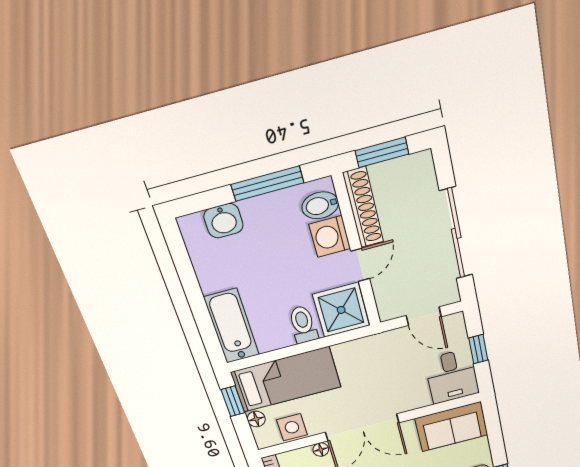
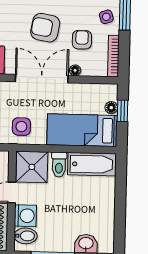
bathtub: (232, 326) -> (92, 164), moved, turned -90
window: (233, 401) -> (122, 111), moved
side table: (292, 427) -> (21, 127), moved

